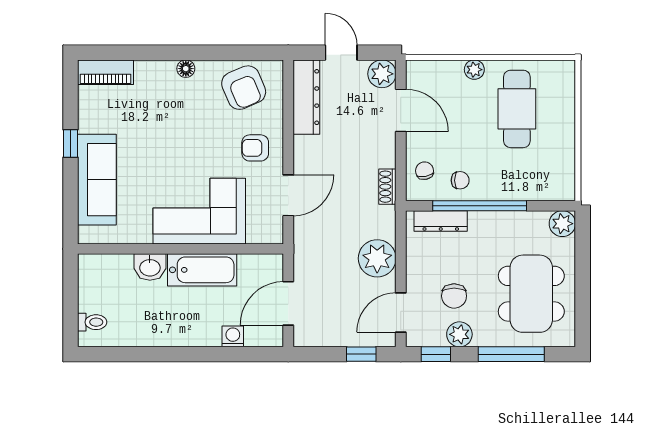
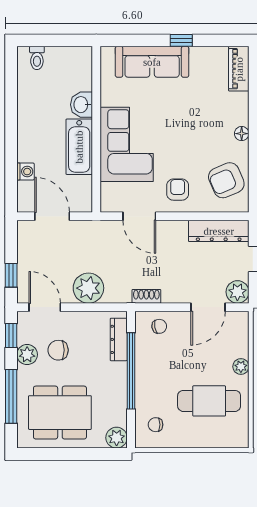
chair: (460, 180) -> (156, 425), moved, turned 90

